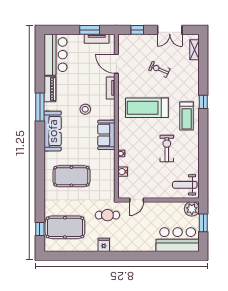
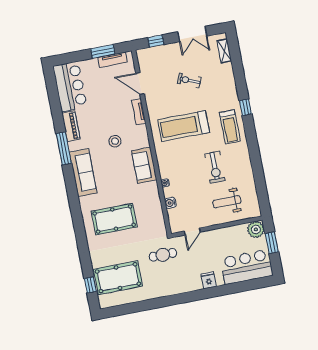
exercise bike: (167, 148) -> (215, 167), turned 180
weight bench: (185, 185) -> (227, 202), moved
fridge: (104, 245) -> (209, 280), moved

